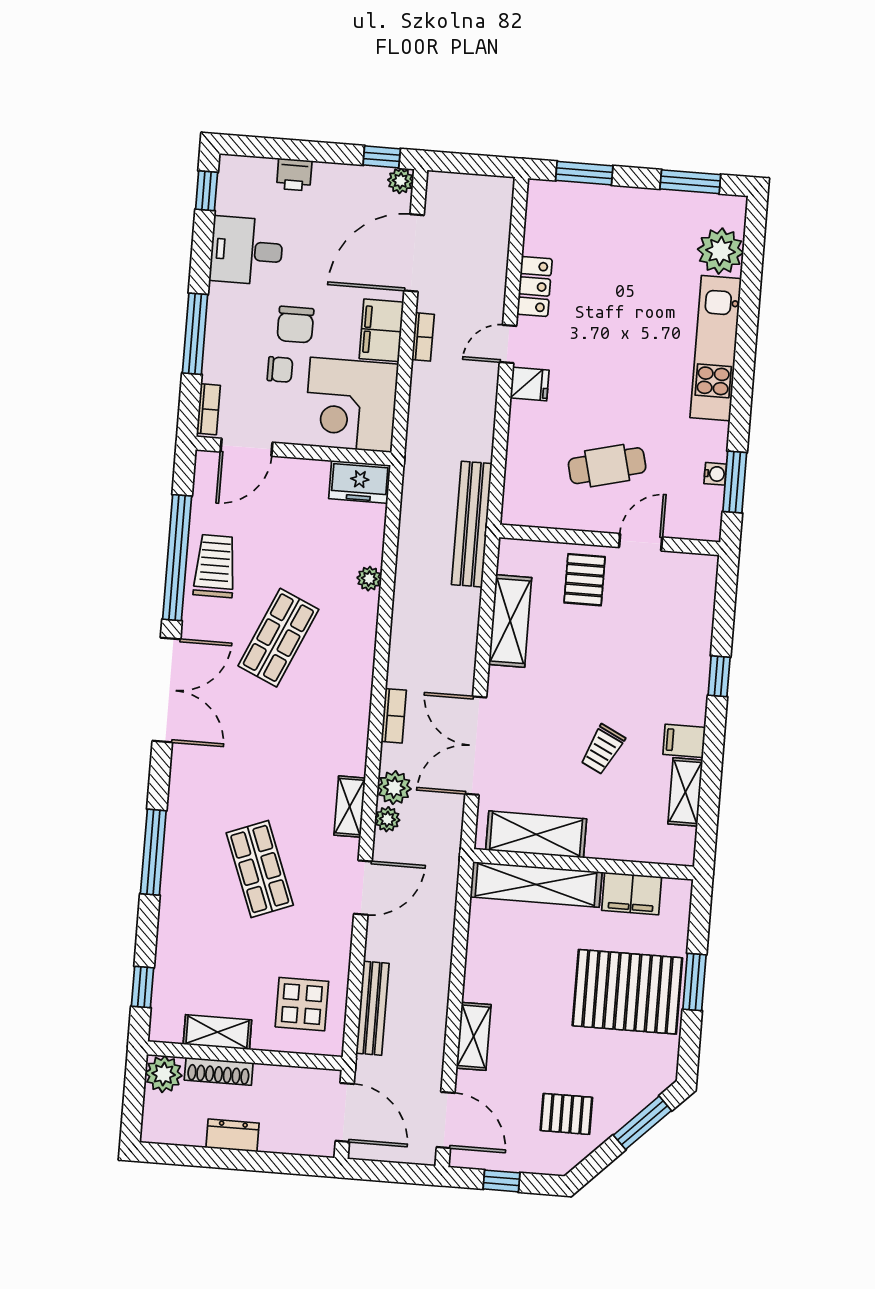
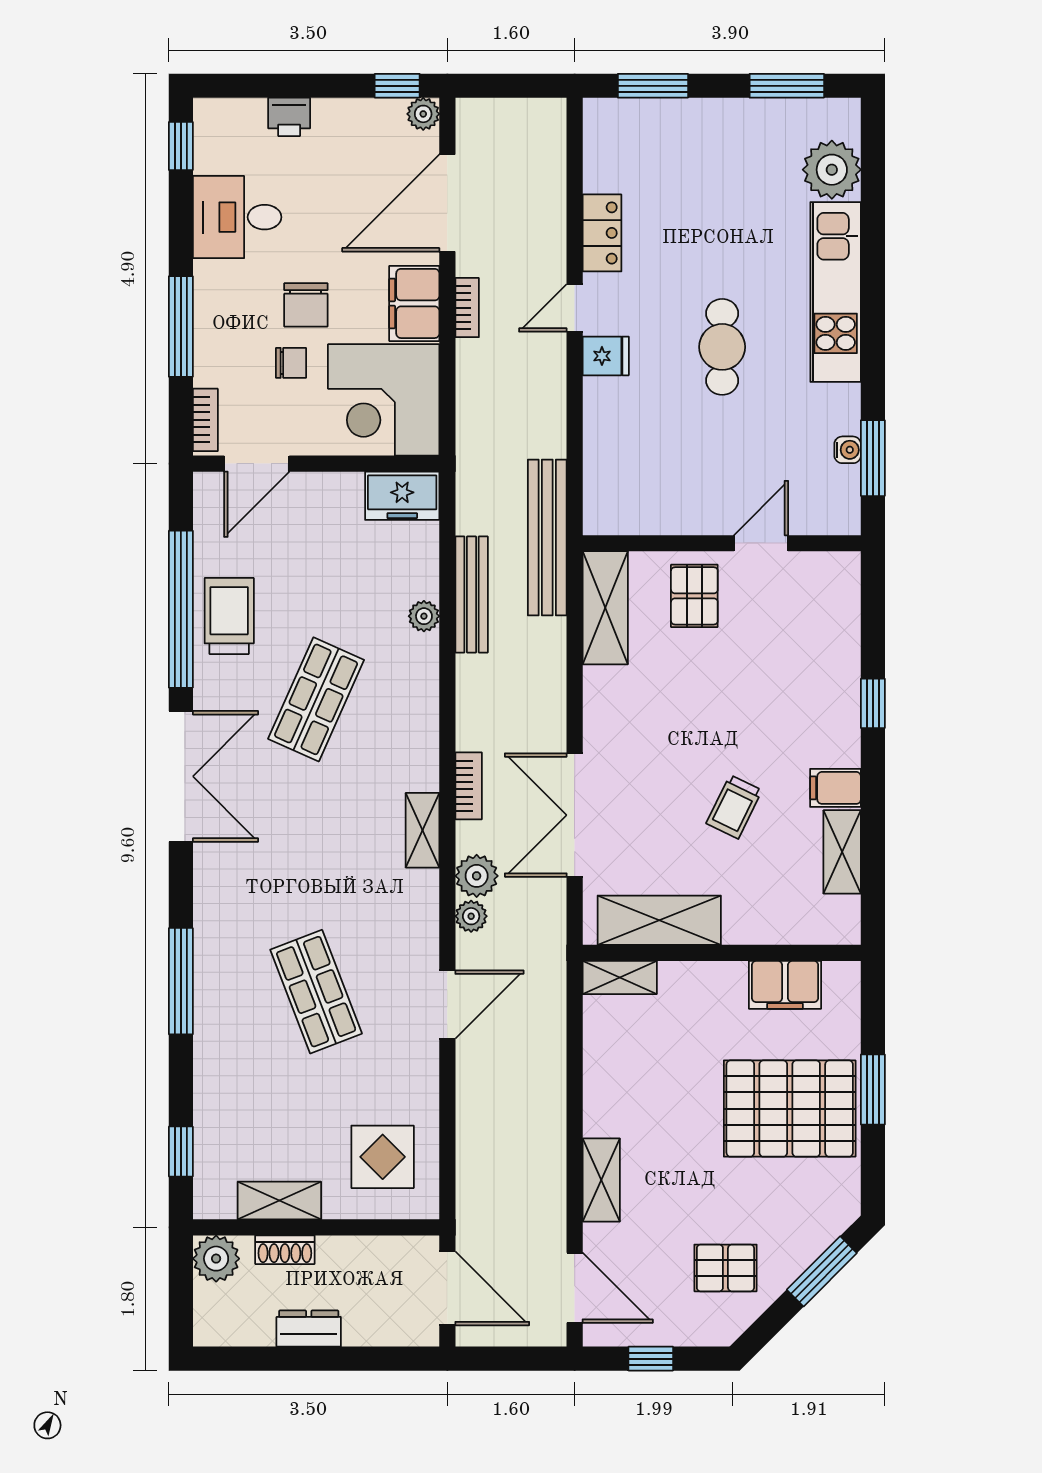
cafe table: (607, 466) -> (722, 347), moved, turned -76
shelving: (510, 621) -> (605, 608), moved
shelving: (350, 807) -> (423, 830), moved
shelving: (536, 884) -> (620, 978), width x0.45, depth x0.75
bench: (372, 1008) -> (472, 595), moved
shoe rack: (219, 1071) -> (285, 1250), width x0.70

